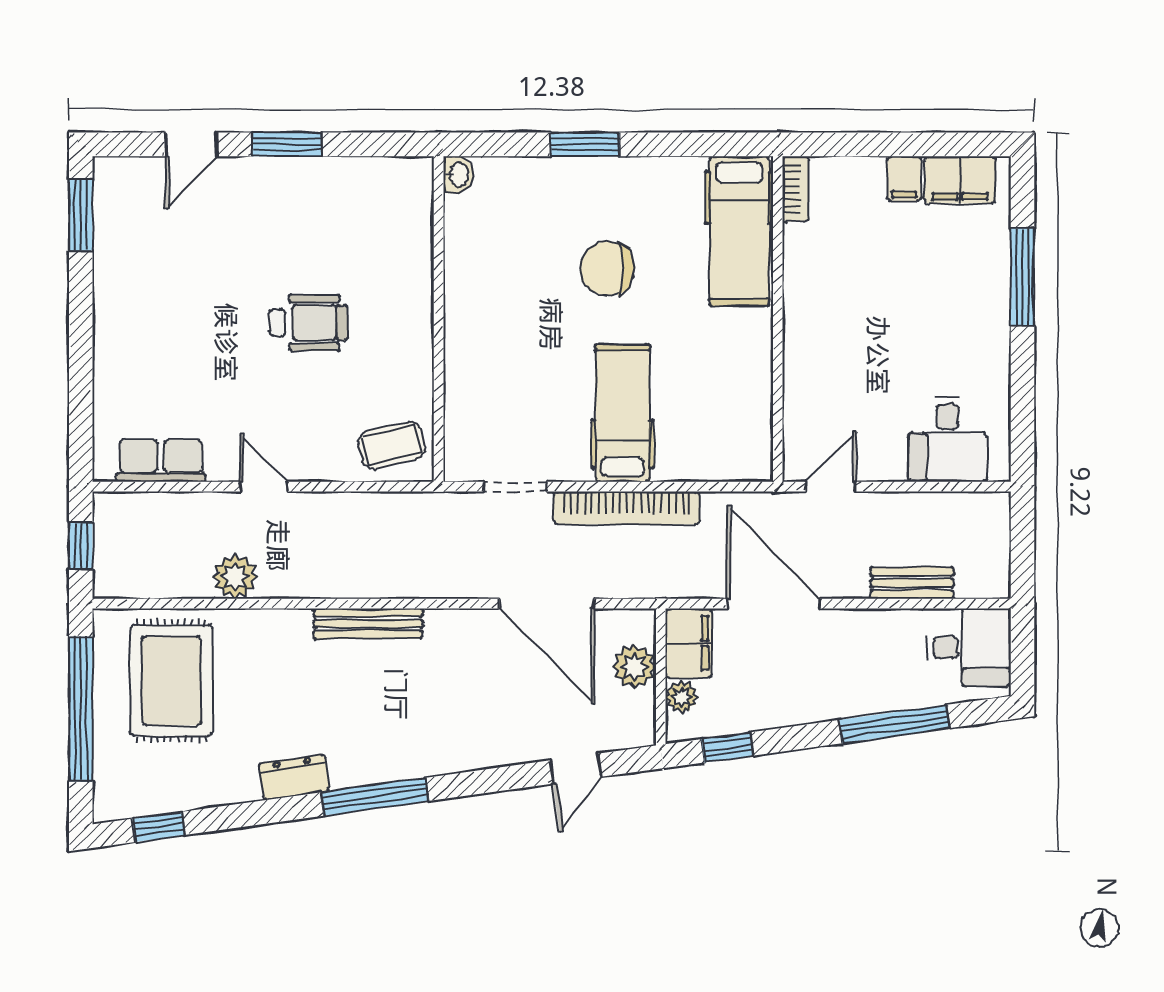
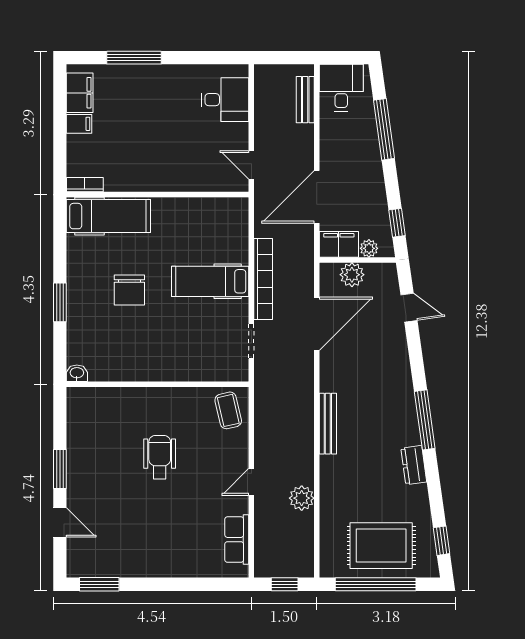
bench: (912, 583) -> (305, 100), moved
rug: (171, 681) -> (381, 546), moved

